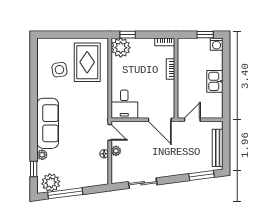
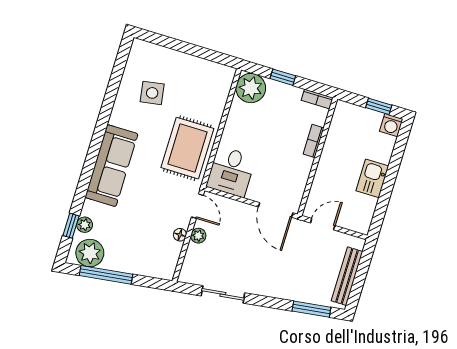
window: (128, 35) -> (283, 77), moved
rug: (87, 62) -> (187, 148), moved
plant: (42, 155) -> (85, 225), moved

